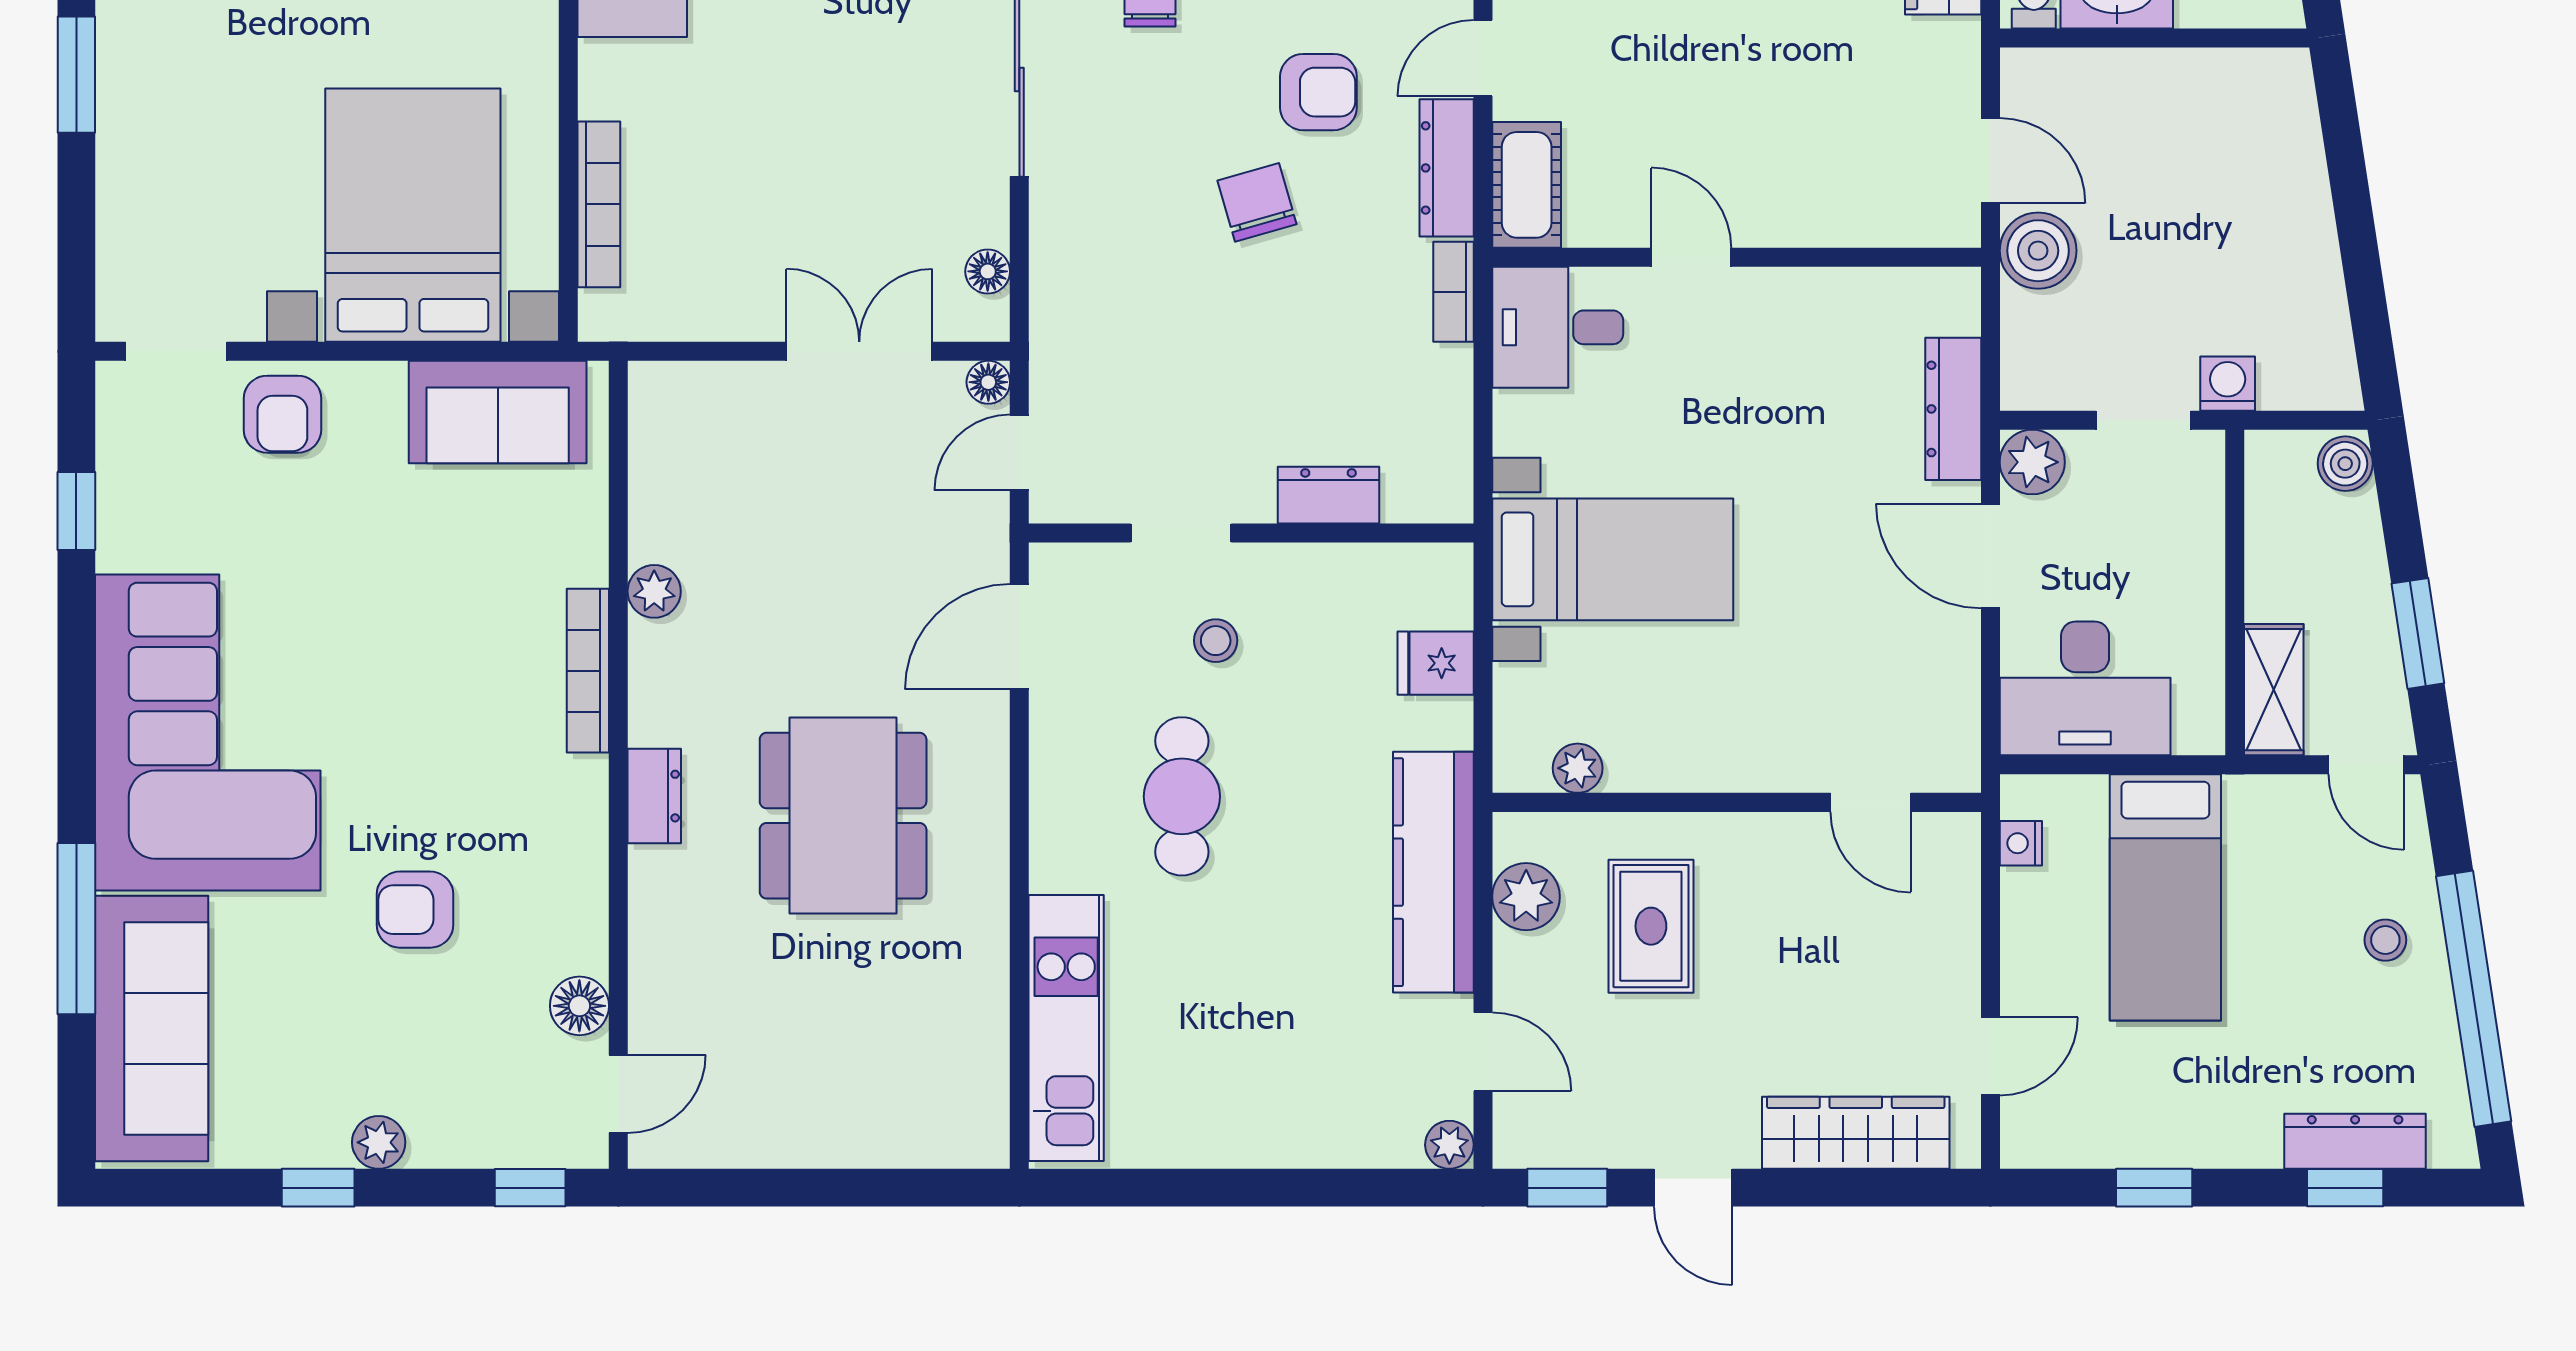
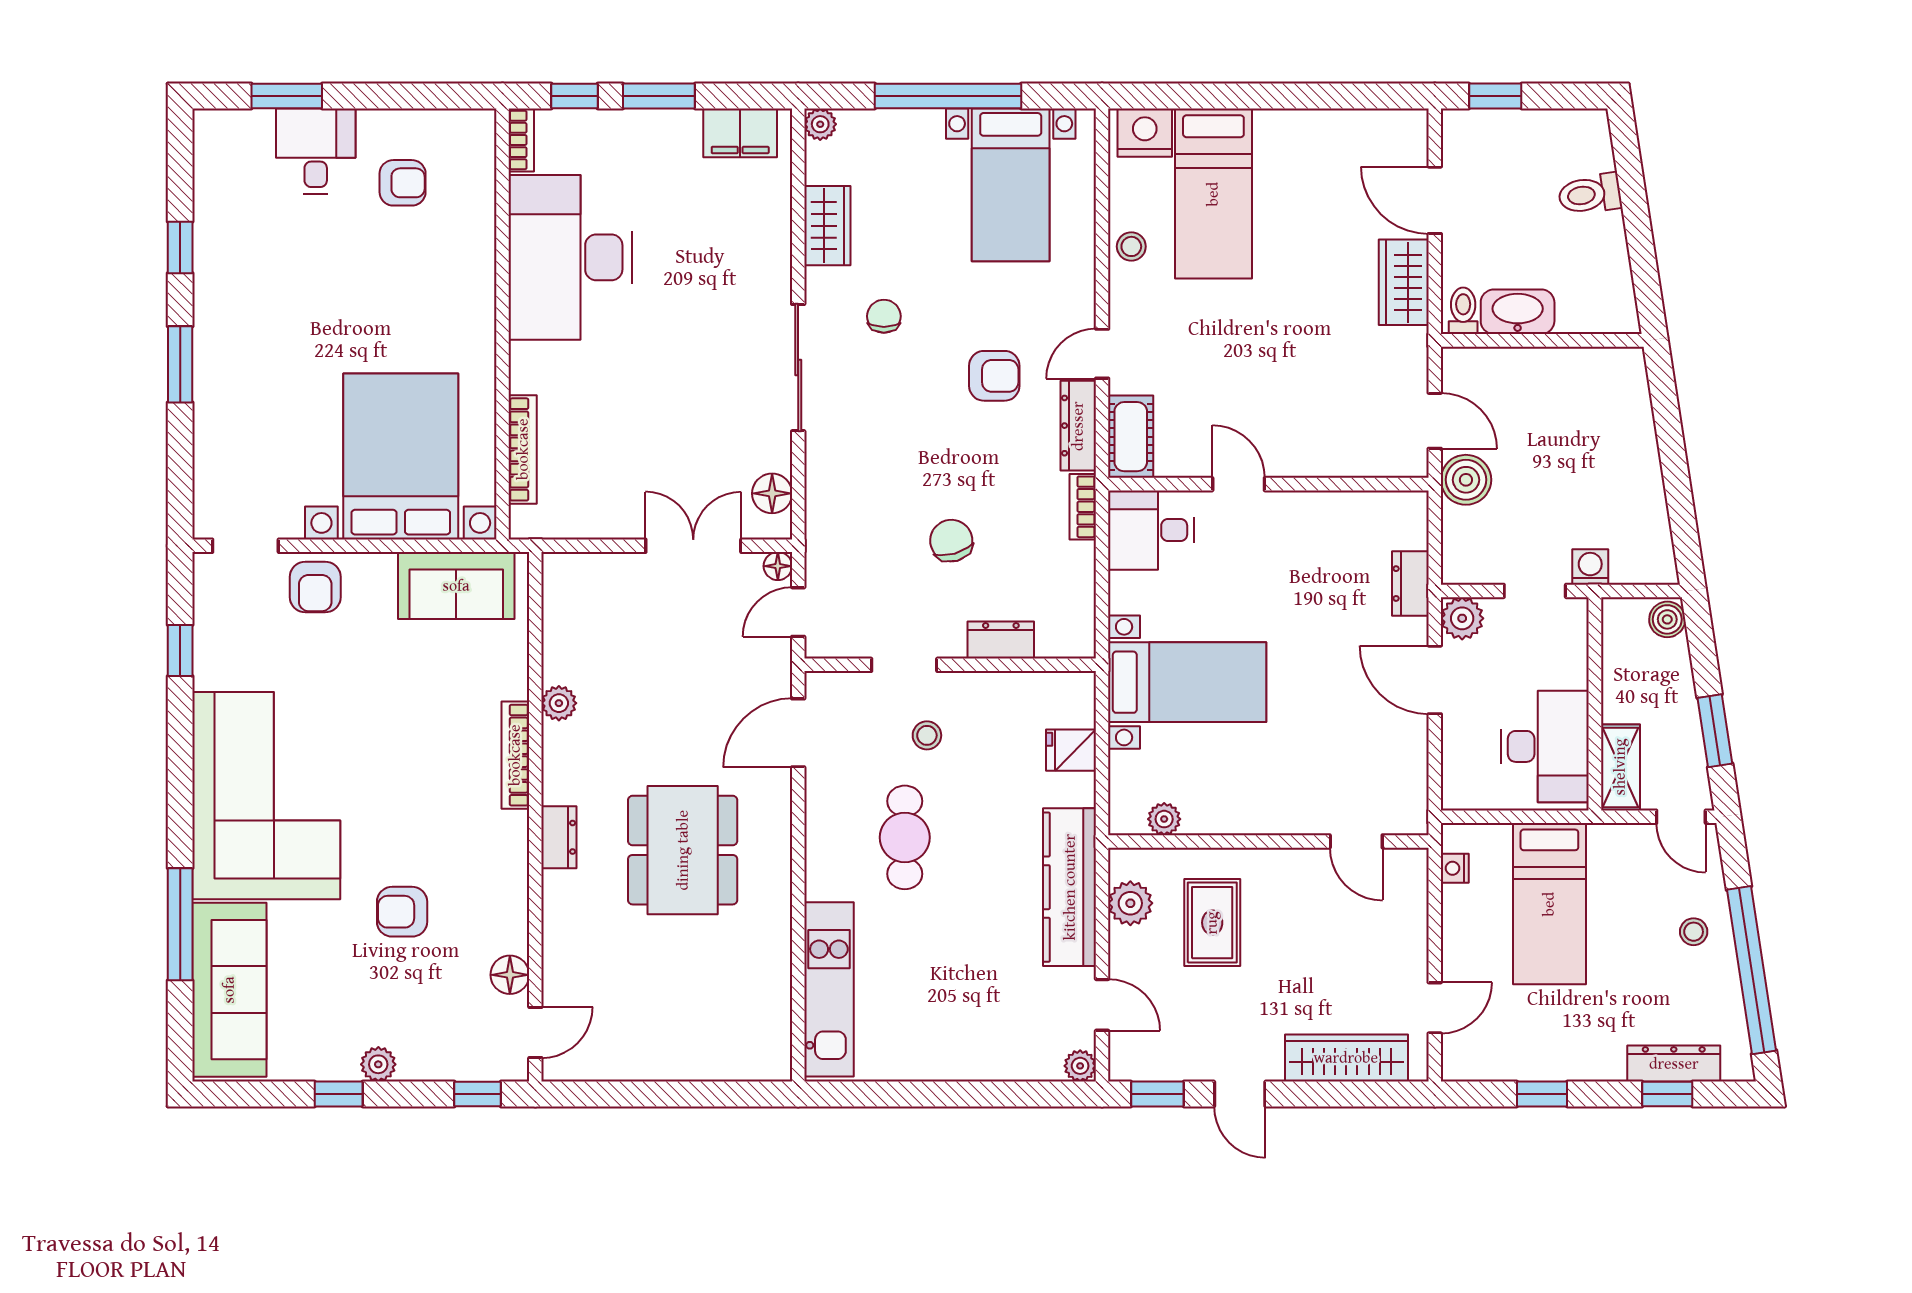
chair: (1257, 202) -> (951, 541), moved
floor lamp: (988, 271) -> (772, 493), width x1.37, depth x1.37
dresser: (1953, 409) -> (1410, 584), width x0.70
desk: (2085, 688) -> (1545, 746), moved, turned -90

